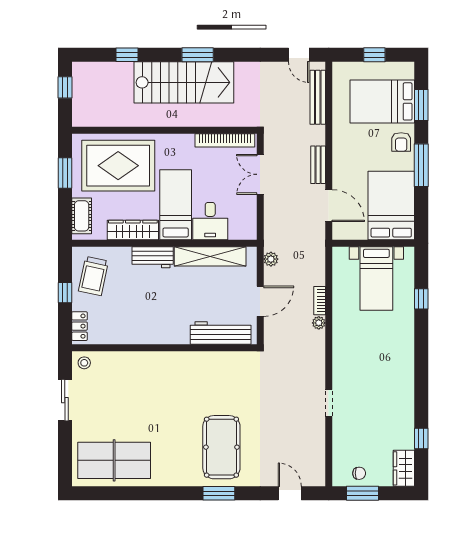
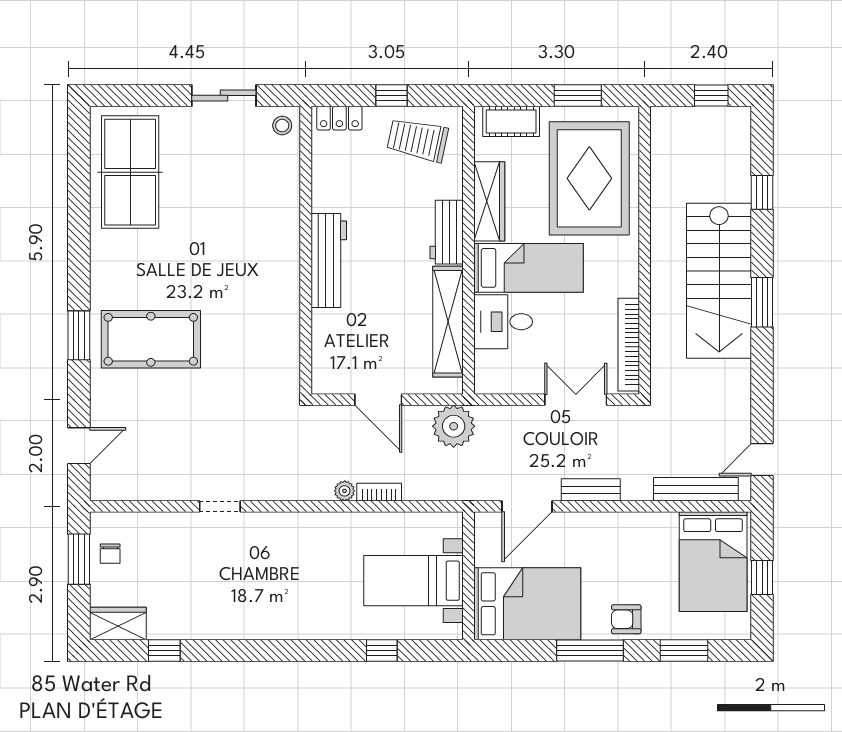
bed: (382, 101) -> (713, 562), moved, turned 180
plant: (271, 259) -> (454, 426), width x1.88, depth x1.88
workbench: (221, 333) -> (329, 260), moved

